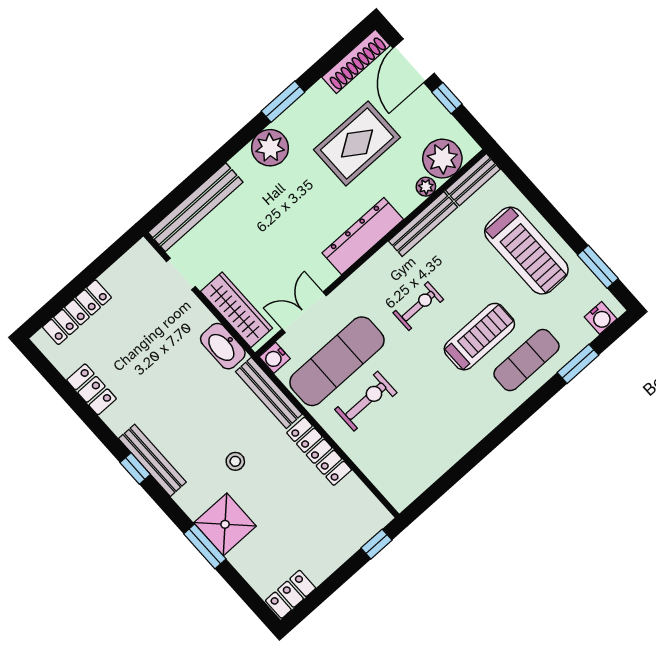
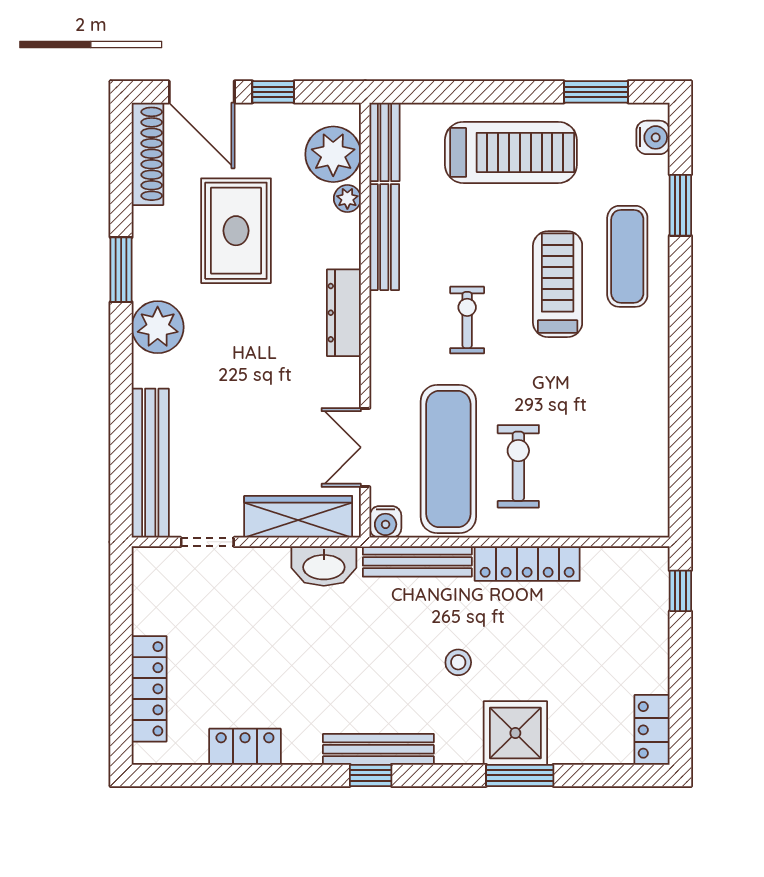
dresser: (363, 236) -> (344, 313), width x0.73, depth x0.80

